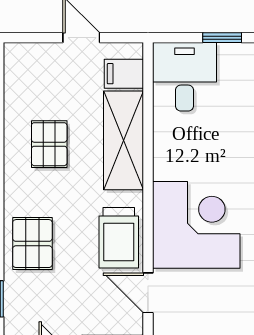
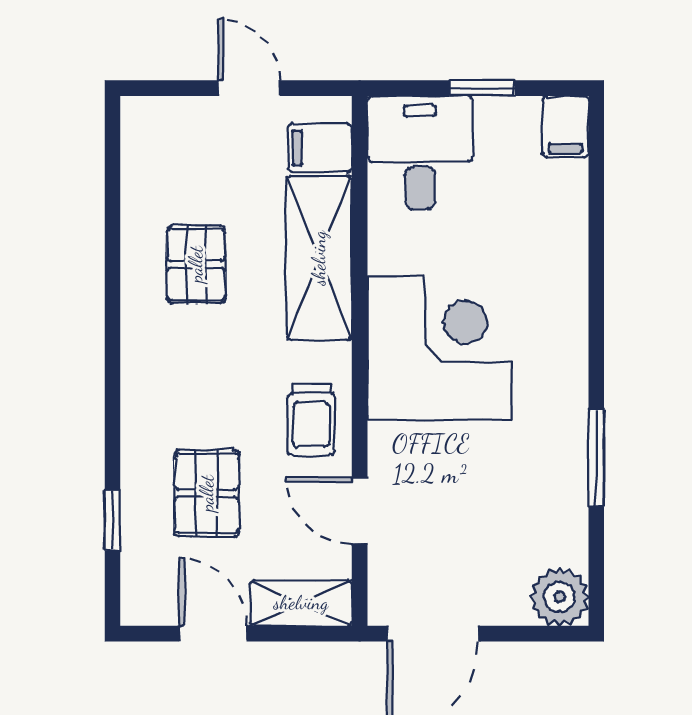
corner desk: (196, 225) -> (439, 348), moved
trolley: (119, 238) -> (311, 419), width x0.73, depth x0.72
pallet: (32, 244) -> (207, 493), moved

